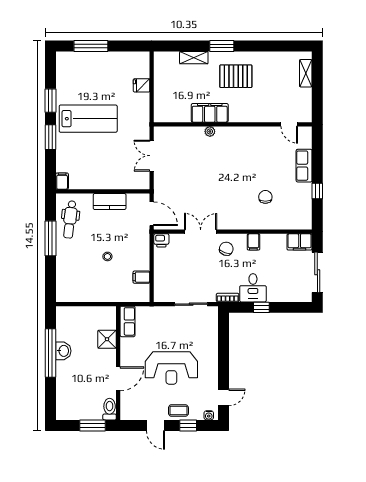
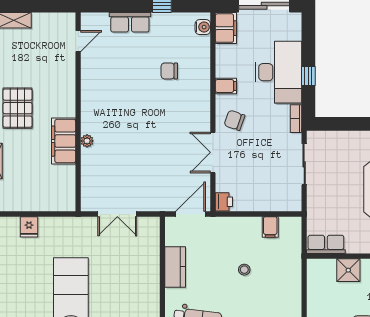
water cooler: (300, 224) -> (203, 27), added
desk: (253, 288) -> (278, 72), width x1.87, depth x1.30

